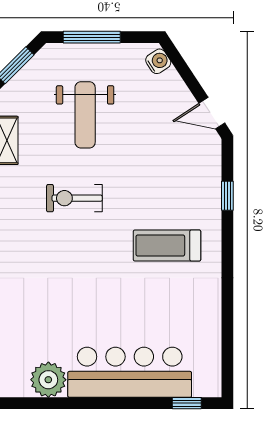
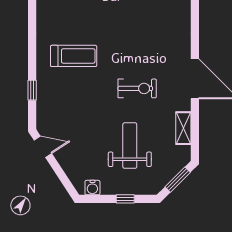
window: (92, 37) -> (125, 199), width x0.46
water cooler: (158, 61) -> (92, 188), moved, turned -57

